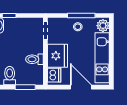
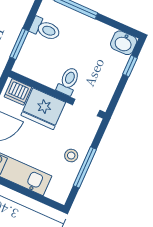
plant: (103, 26) -> (57, 192), removed
toilet: (34, 59) -> (68, 81), moved

